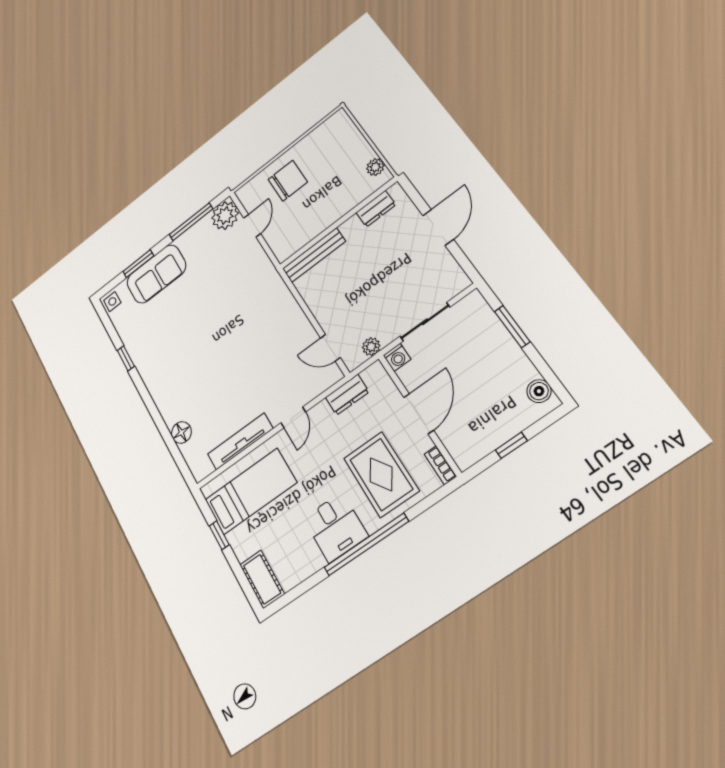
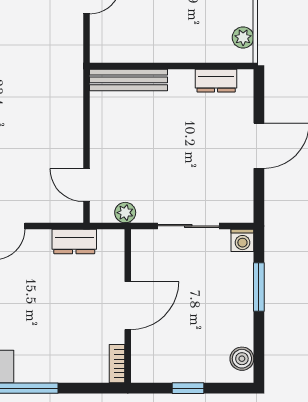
washing machine: (397, 357) -> (242, 240), moved
rug: (381, 474) -> (59, 336), removed

